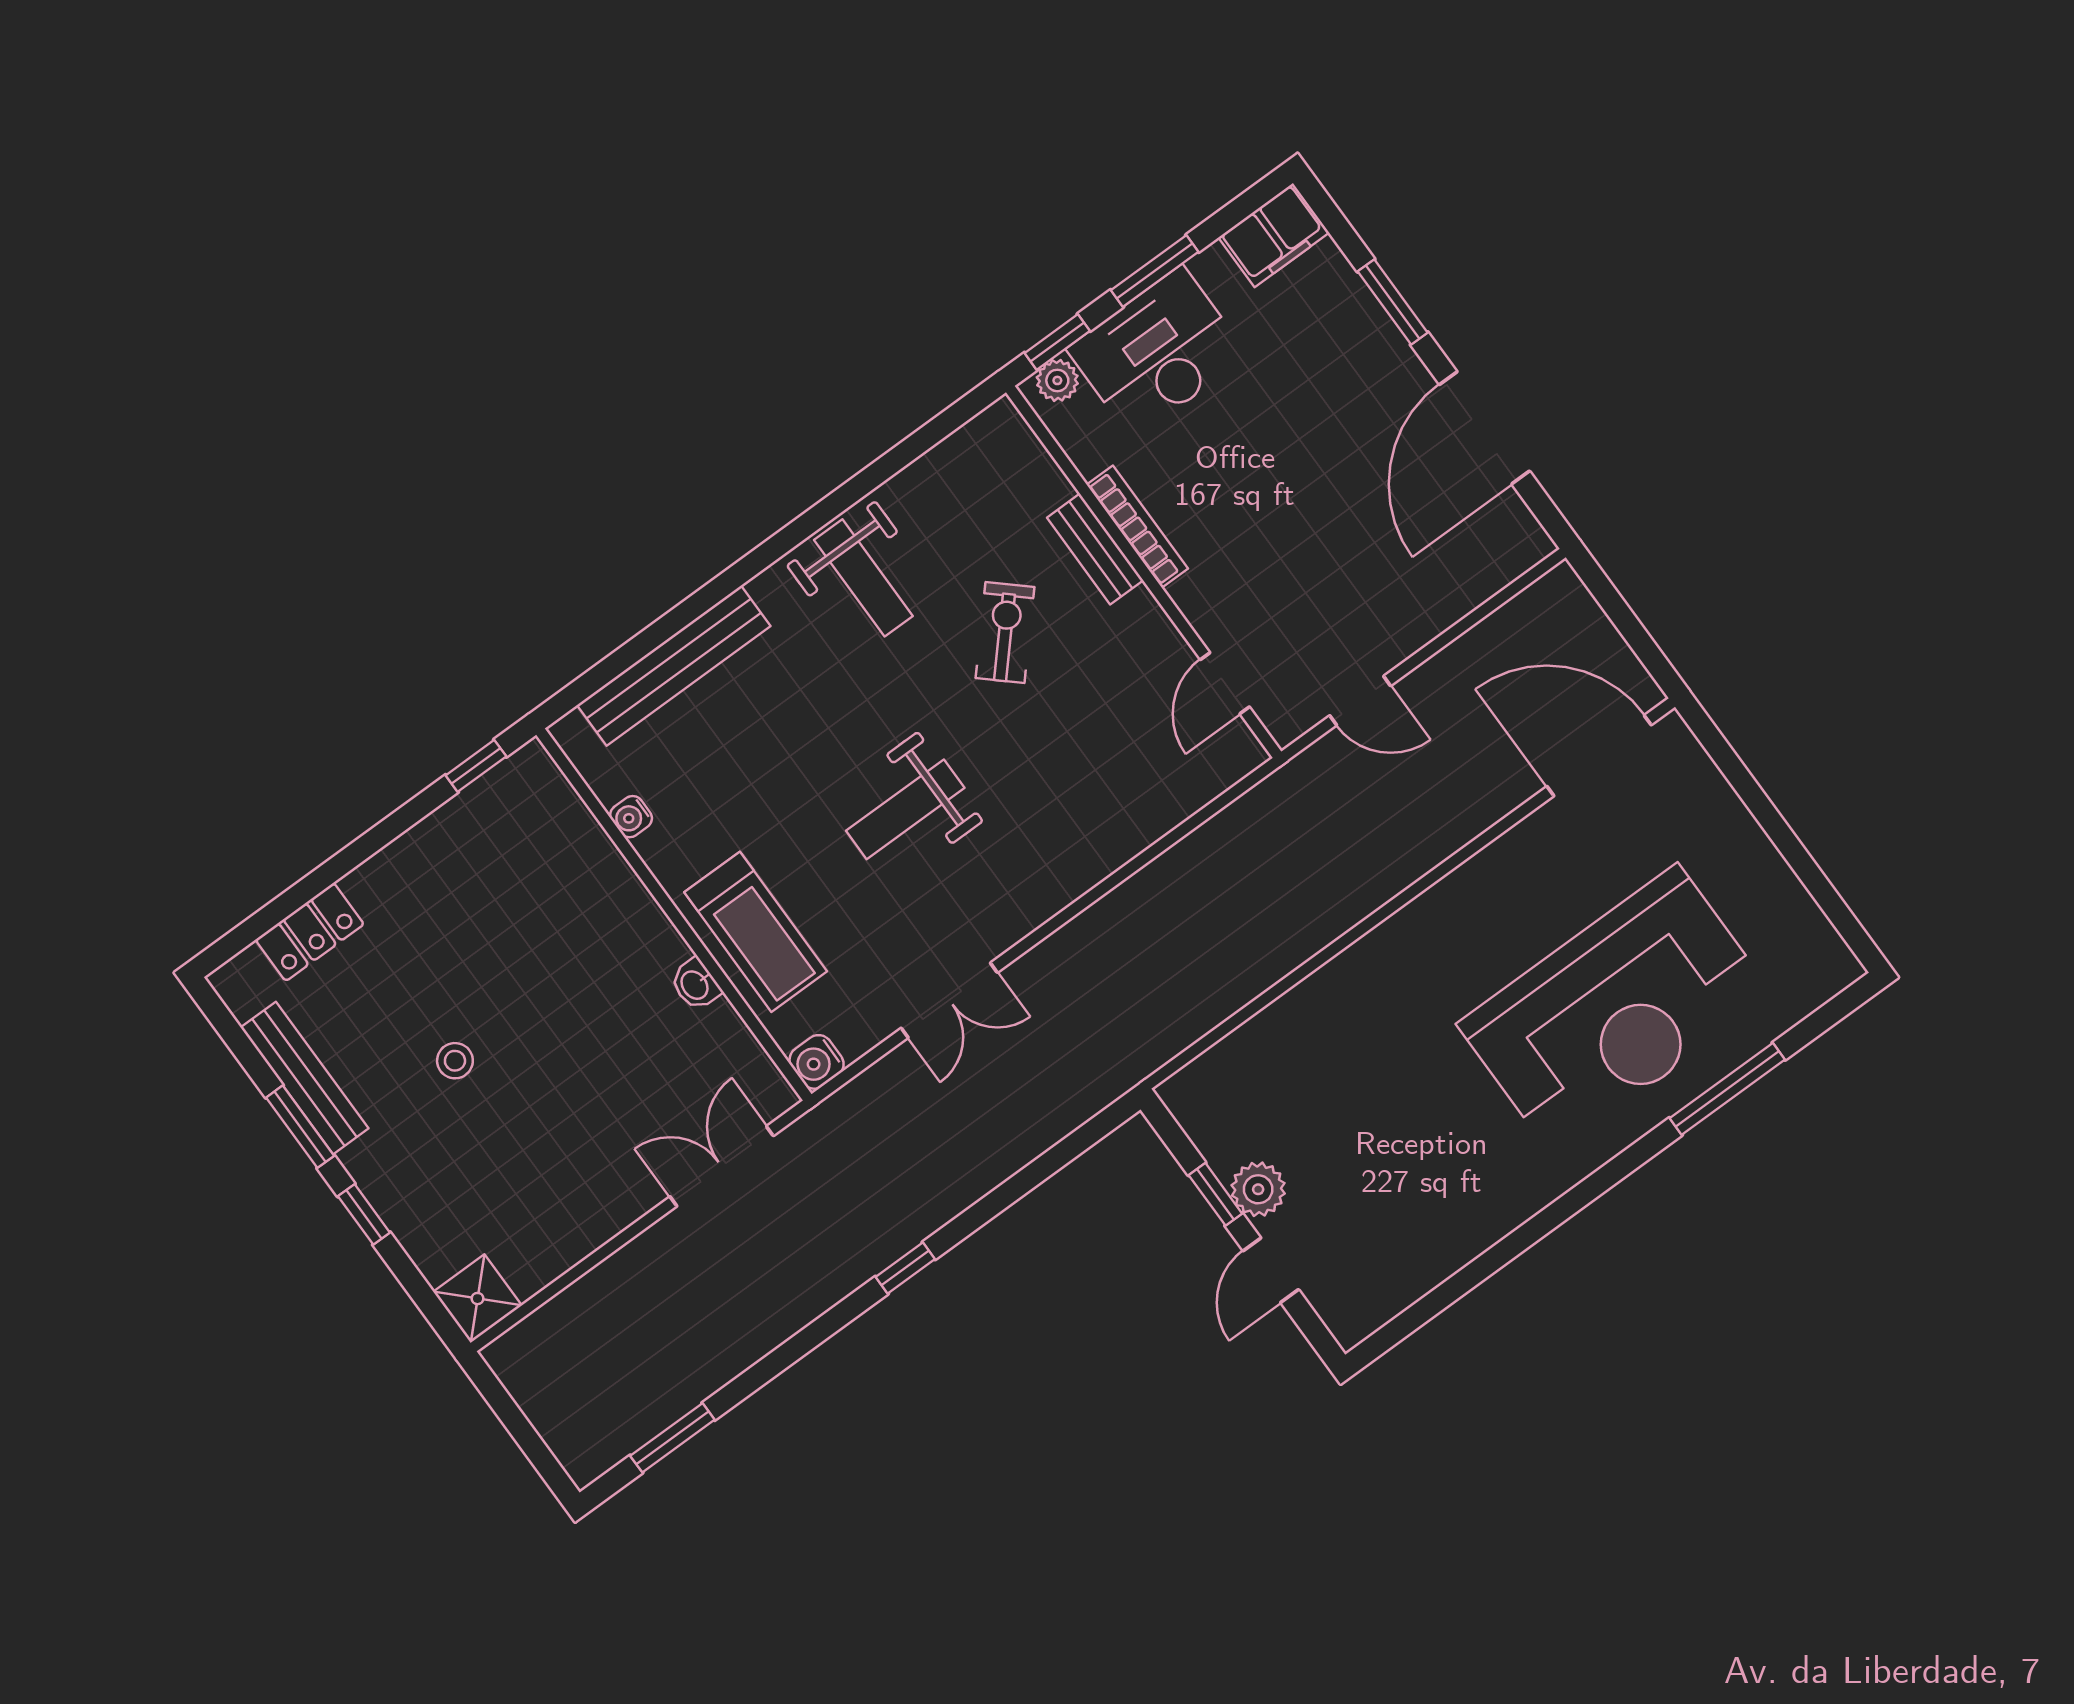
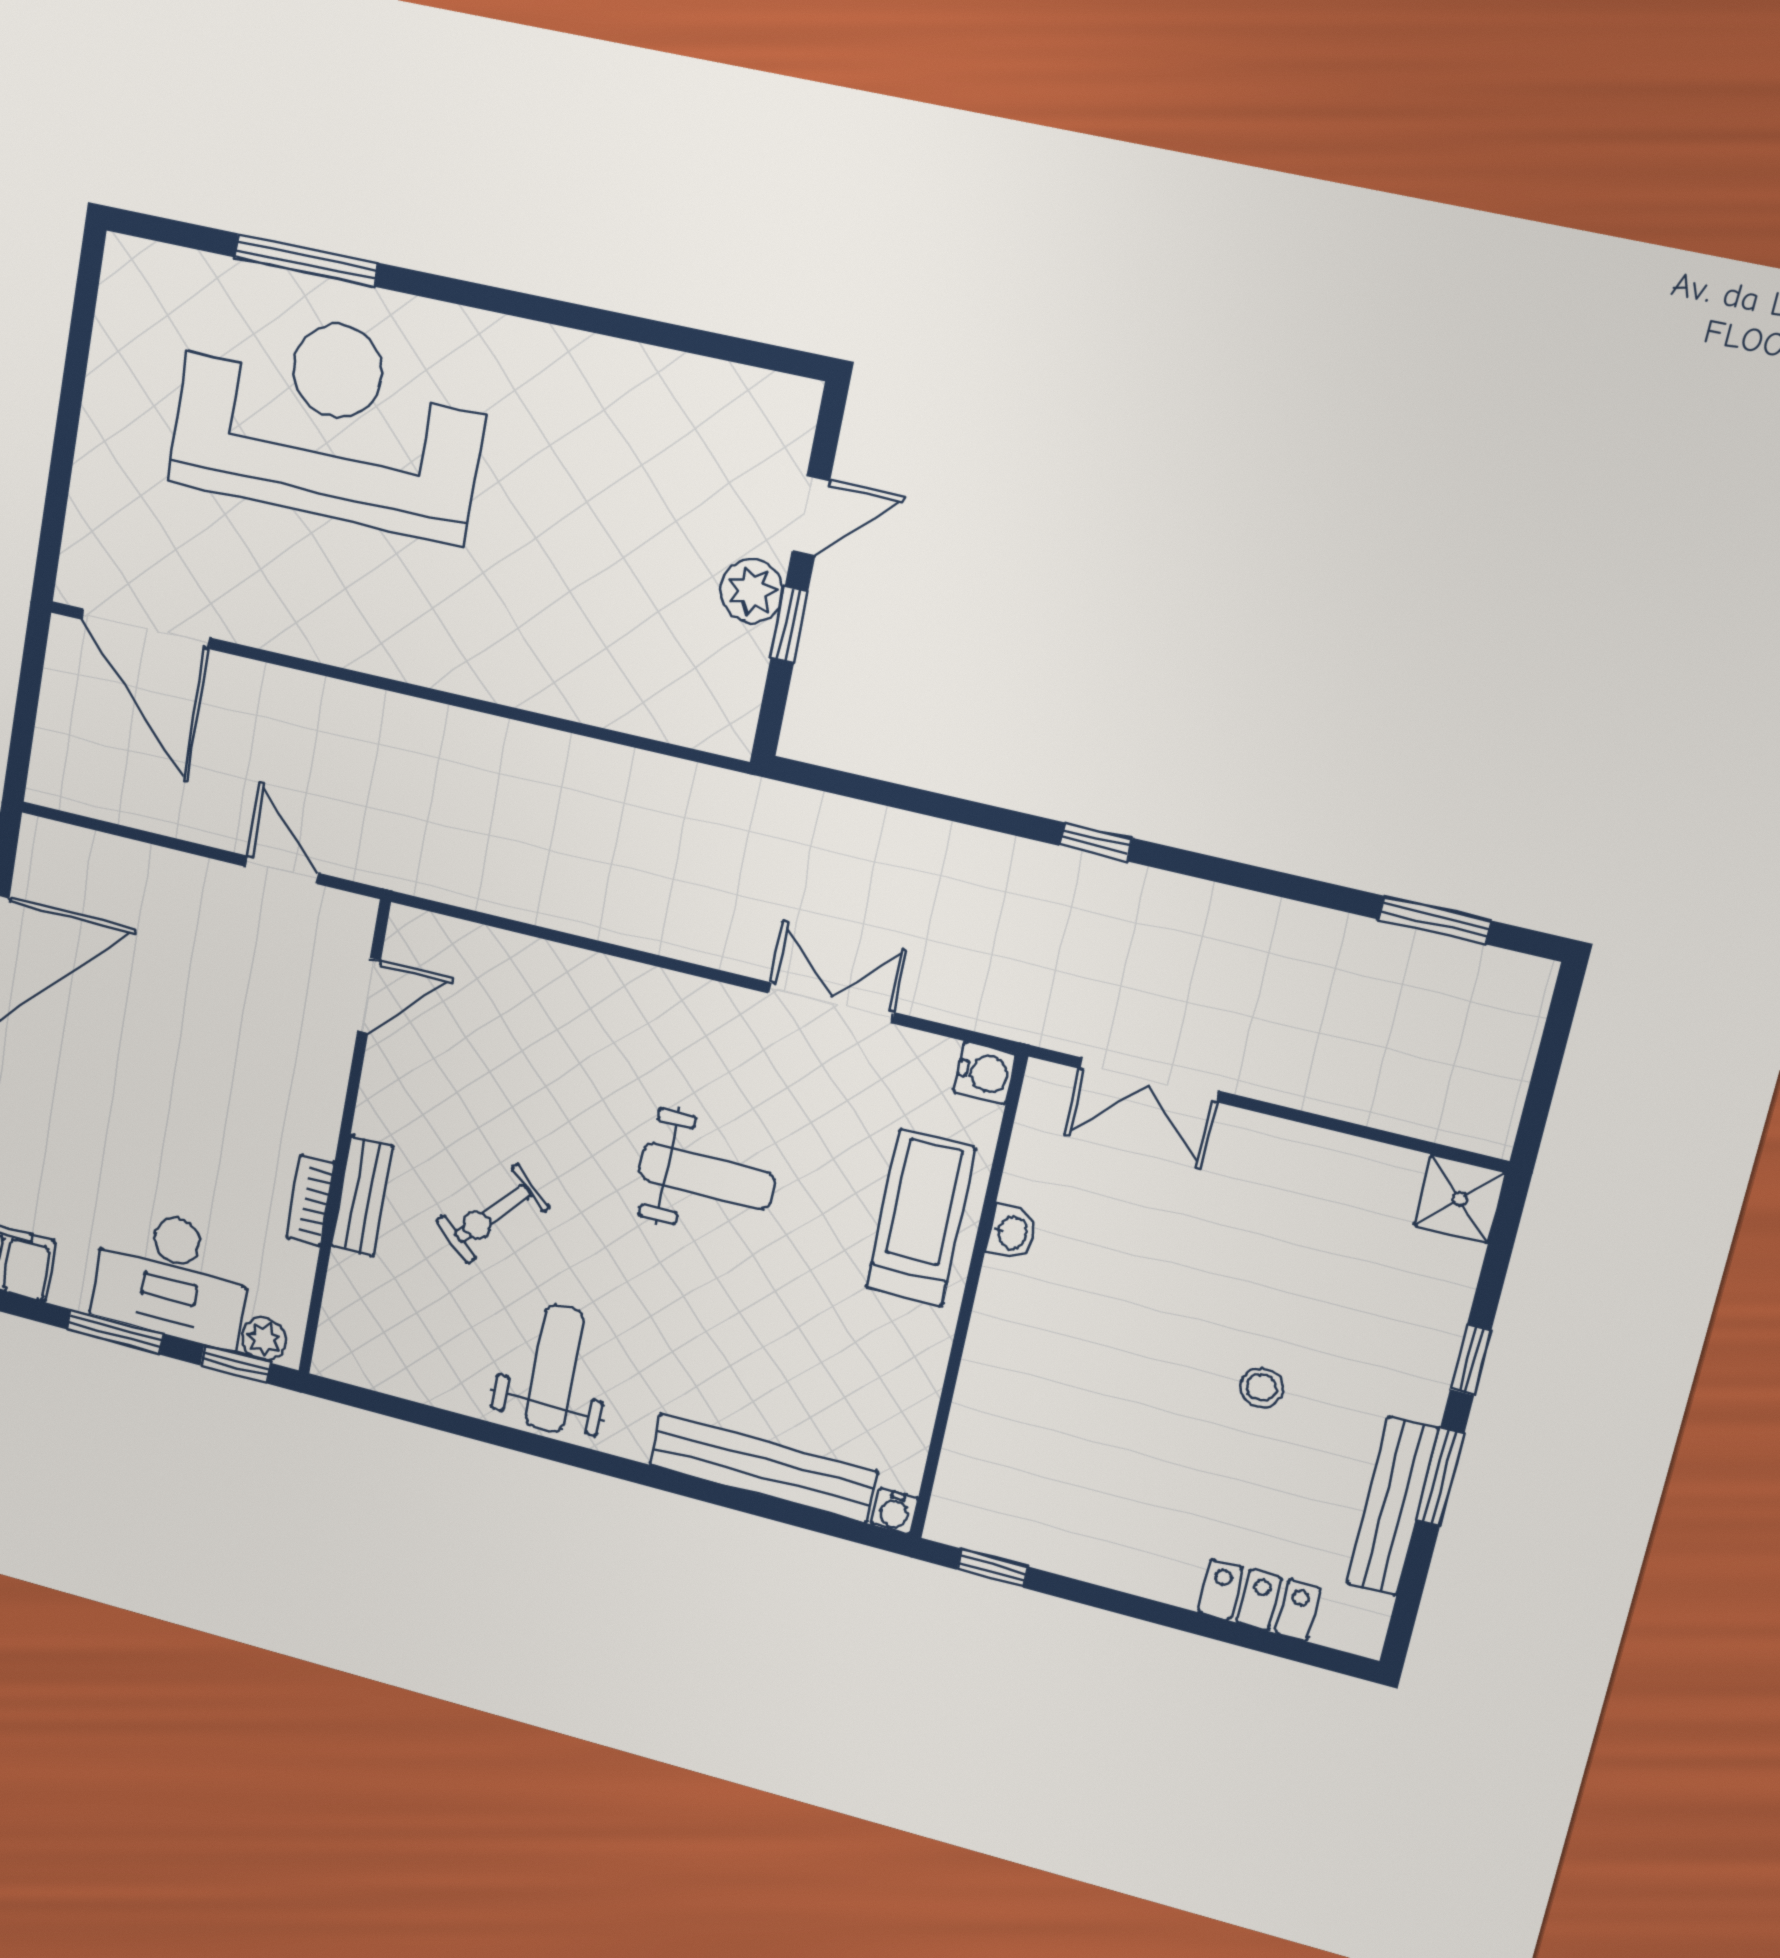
bookcase: (1137, 527) -> (310, 1200), width x0.64
water cooler: (631, 817) -> (895, 1511), moved, turned 90

